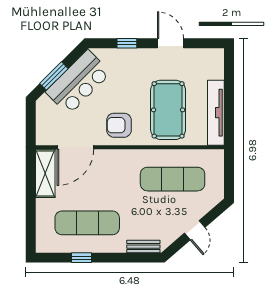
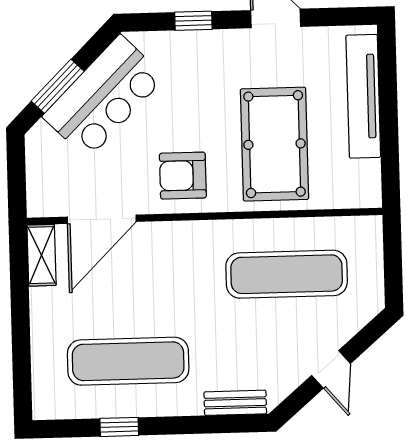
tv unit: (216, 113) -> (363, 96), moved
shelving: (45, 173) -> (41, 255), width x0.67, depth x0.75

